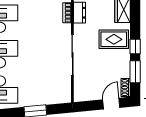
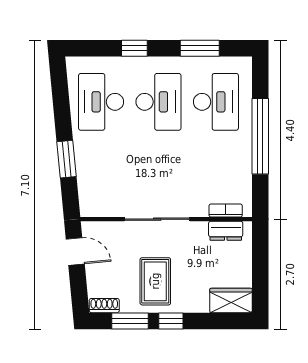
rug: (114, 39) -> (155, 281), moved
door: (111, 104) -> (75, 251), moved

